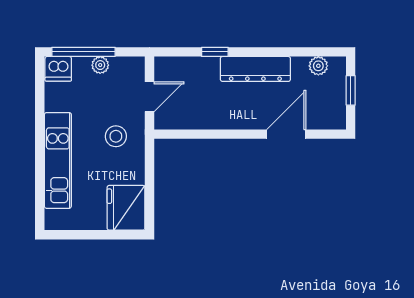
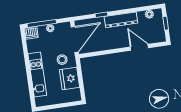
door: (149, 97) -> (75, 39), width x1.88
door: (286, 134) -> (139, 47), hinge flipped
fridge: (126, 208) -> (69, 78), moved

